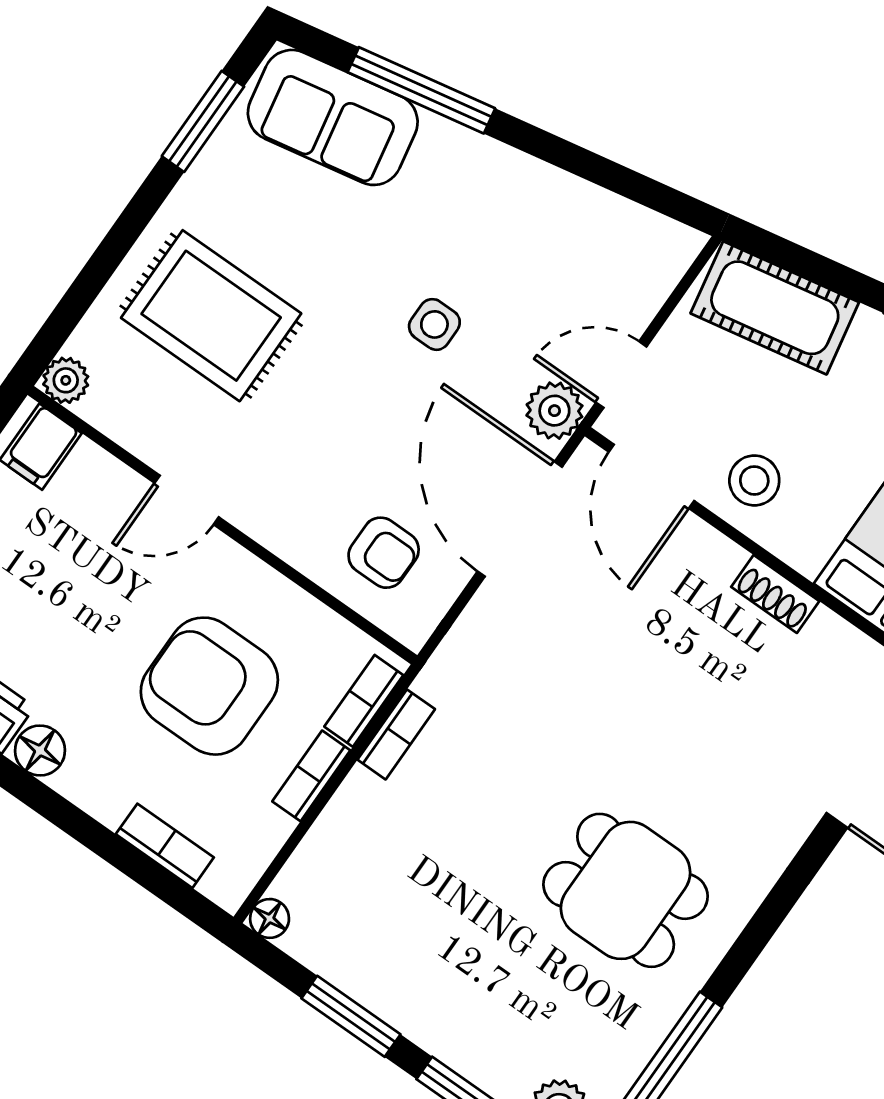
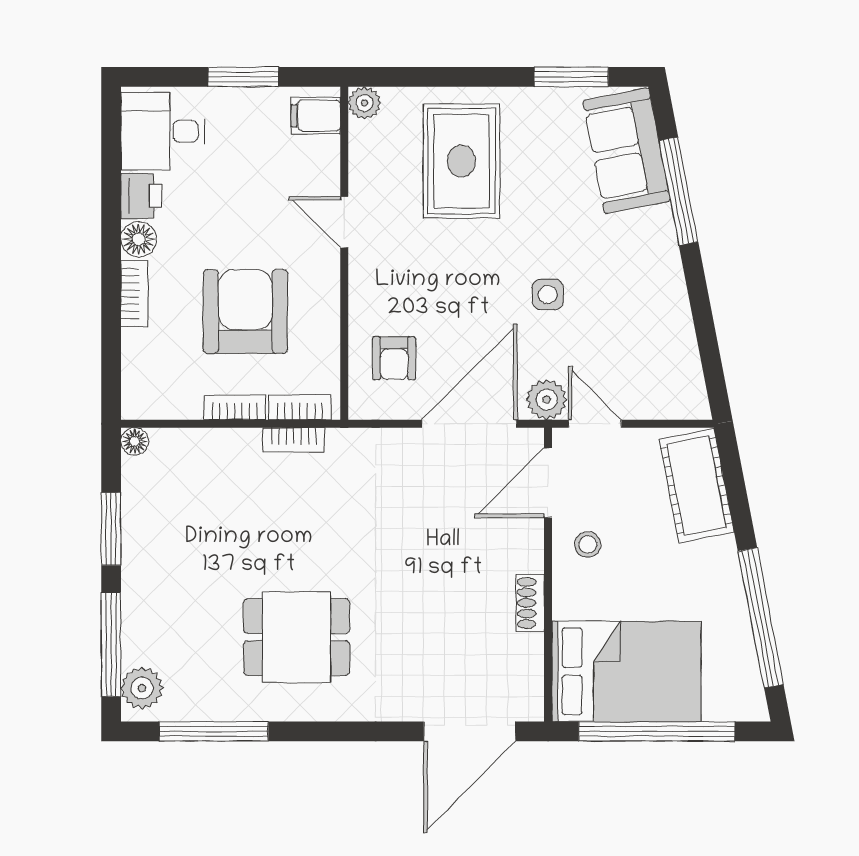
stool: (754, 480) -> (588, 544), width x0.73, depth x0.73
bookcase: (165, 846) -> (134, 293), moved
dining table: (626, 890) -> (297, 637), turned 90

